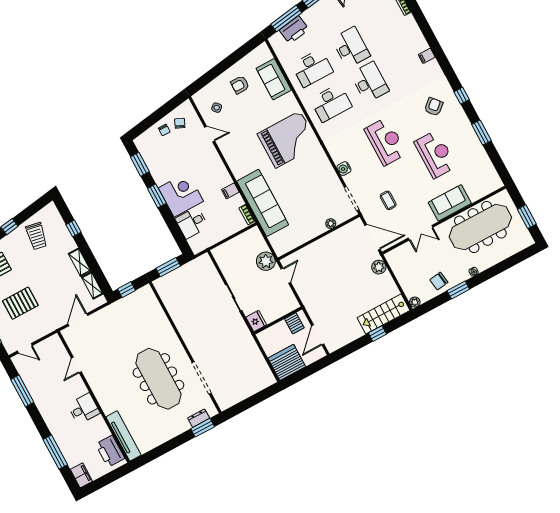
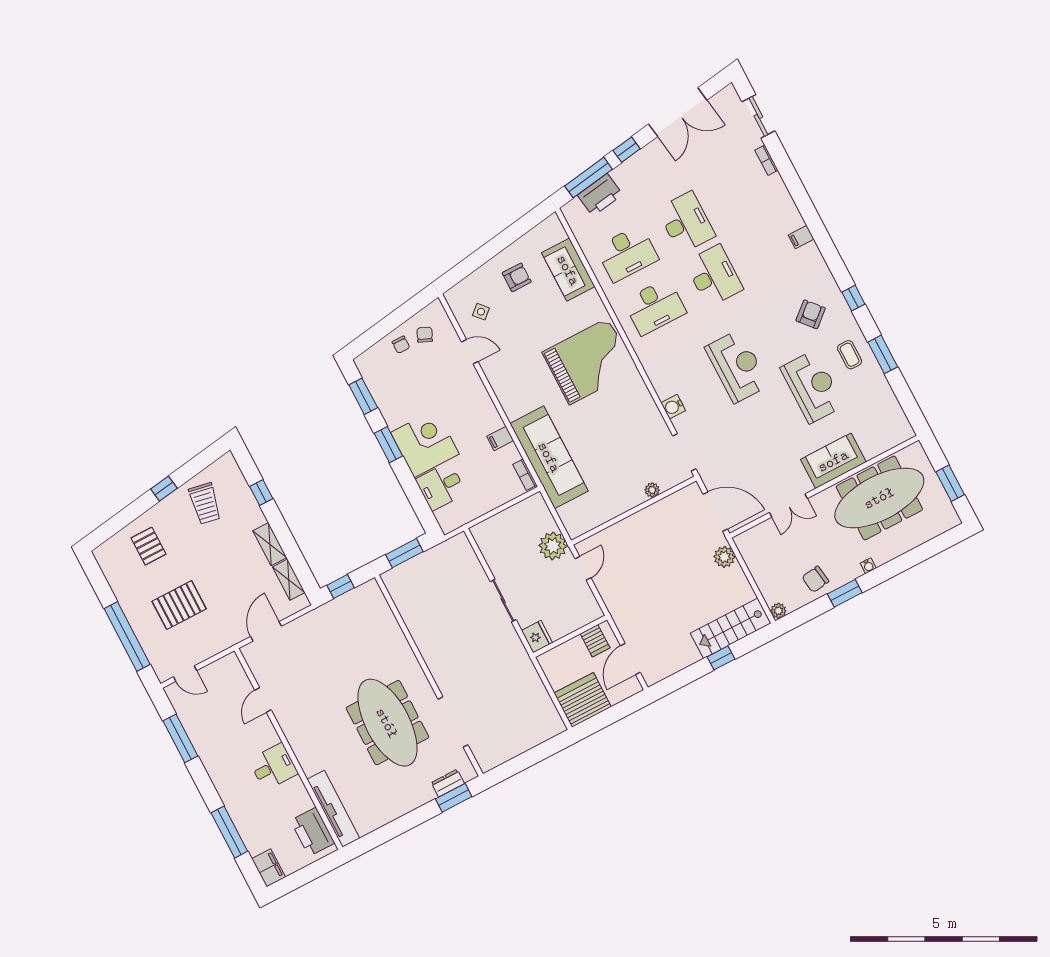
armchair: (240, 85) -> (517, 277), turned 180
coffee table: (388, 200) -> (850, 355), moved

